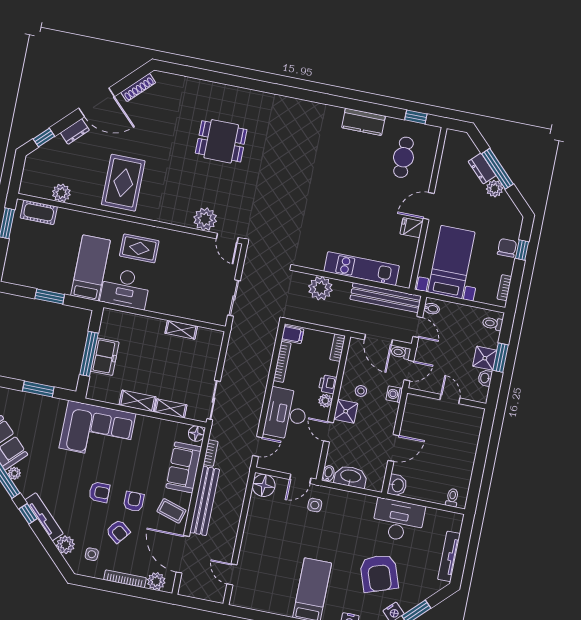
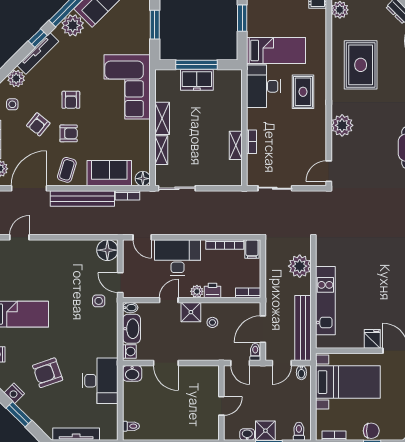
rug: (123, 183) -> (361, 65), turned 90
plant: (205, 219) -> (342, 125), moved
bookcase: (181, 313) -> (252, 142), added
washing machine: (394, 394) -> (129, 351), moved, turned 90
plant: (14, 473) -> (73, 25), width x1.88, depth x1.88
armchair: (379, 573) -> (48, 373), width x0.73, depth x0.73

